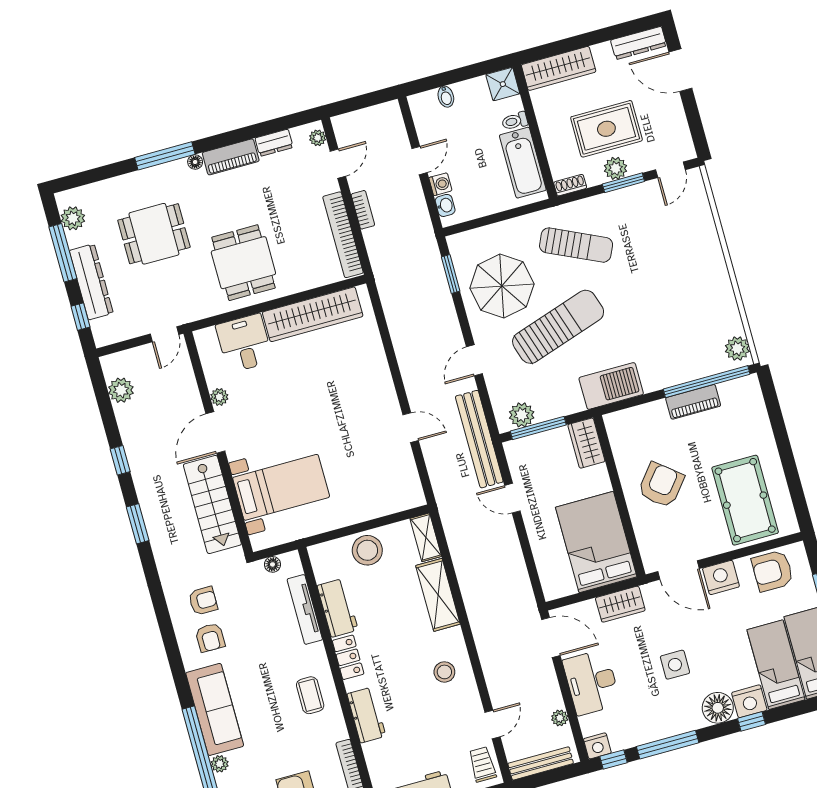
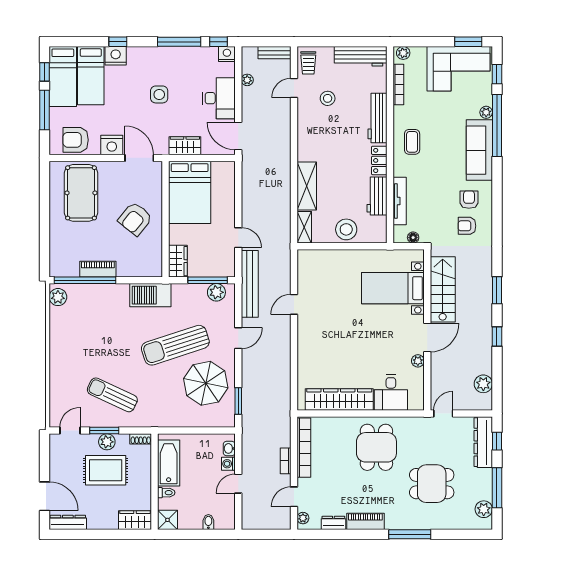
wardrobe: (559, 68) -> (135, 520), width x0.67
floor lamp: (195, 162) -> (390, 525), removed
sun lounger: (576, 245) -> (112, 395), moved
dresser: (91, 282) -> (483, 442), moved
door: (411, 428) -> (294, 304), hinge flipped
armchair: (772, 571) -> (76, 140), turned 180
stool: (444, 672) -> (328, 98), moved
floor lamp: (718, 708) -> (138, 57), removed
workbench: (366, 715) -> (378, 118), width x1.38
bench: (541, 763) -> (275, 53), width x0.73

